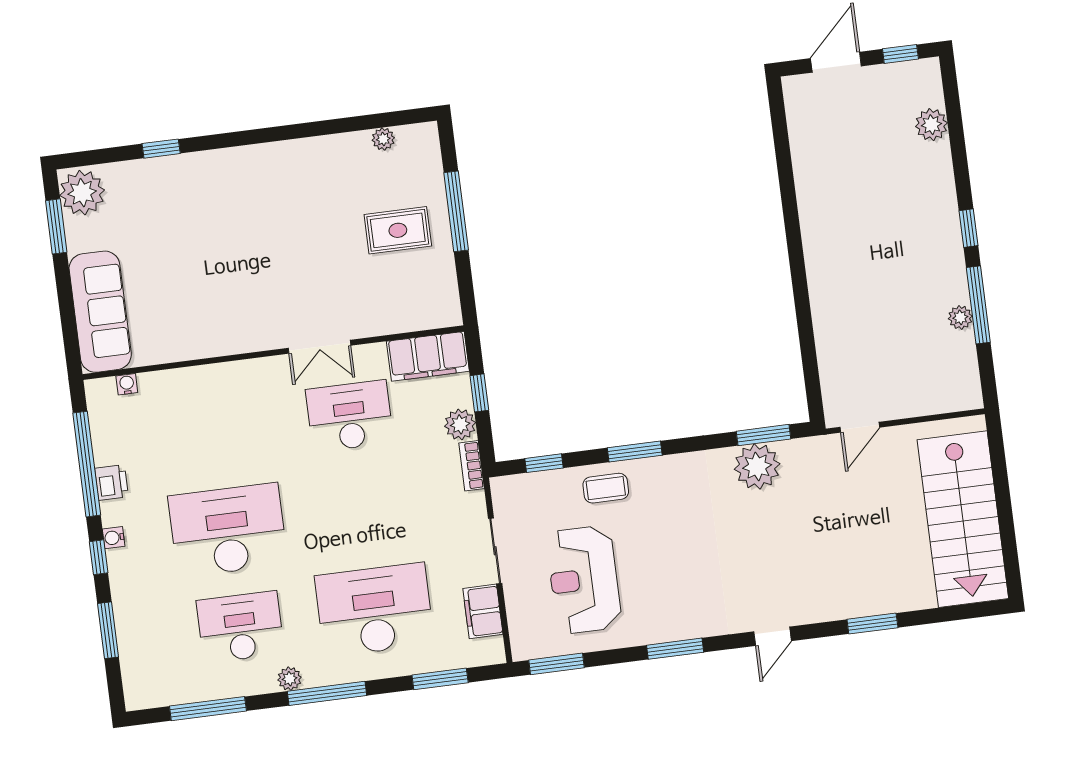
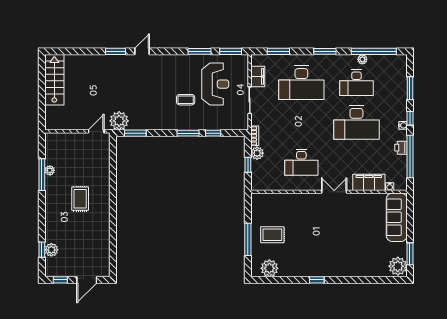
plant: (383, 139) -> (269, 268), width x1.87, depth x1.87
window: (161, 149) -> (317, 280), moved
window: (968, 228) -> (42, 250), moved
rug: (877, 258) -> (80, 199), added
double door: (319, 347) -> (334, 192), moved
filing cabinet: (428, 356) -> (369, 182), moved
window: (544, 463) -> (213, 133), moved
plant: (757, 467) -> (119, 121), moved
coffee table: (606, 488) -> (186, 100), moved
stairs: (963, 519) -> (54, 80), width x0.73, depth x0.66
window: (872, 623) -> (115, 51), moved
window: (675, 649) -> (199, 51), moved
plant: (290, 679) -> (362, 59), moved
window: (327, 693) -> (325, 51), width x0.69
window: (208, 709) -> (374, 51), width x1.46

